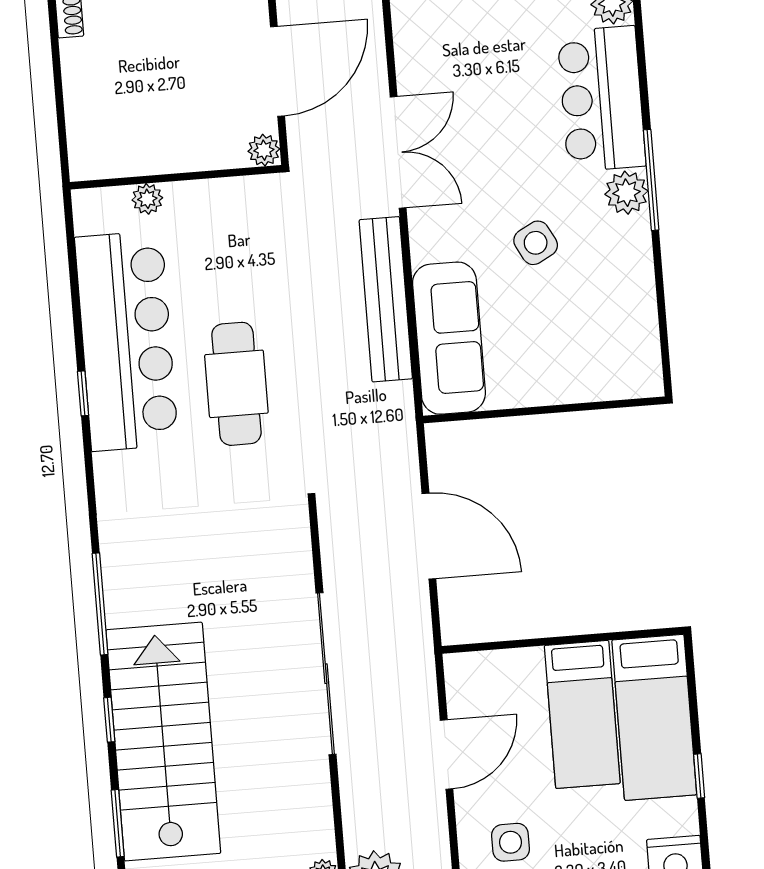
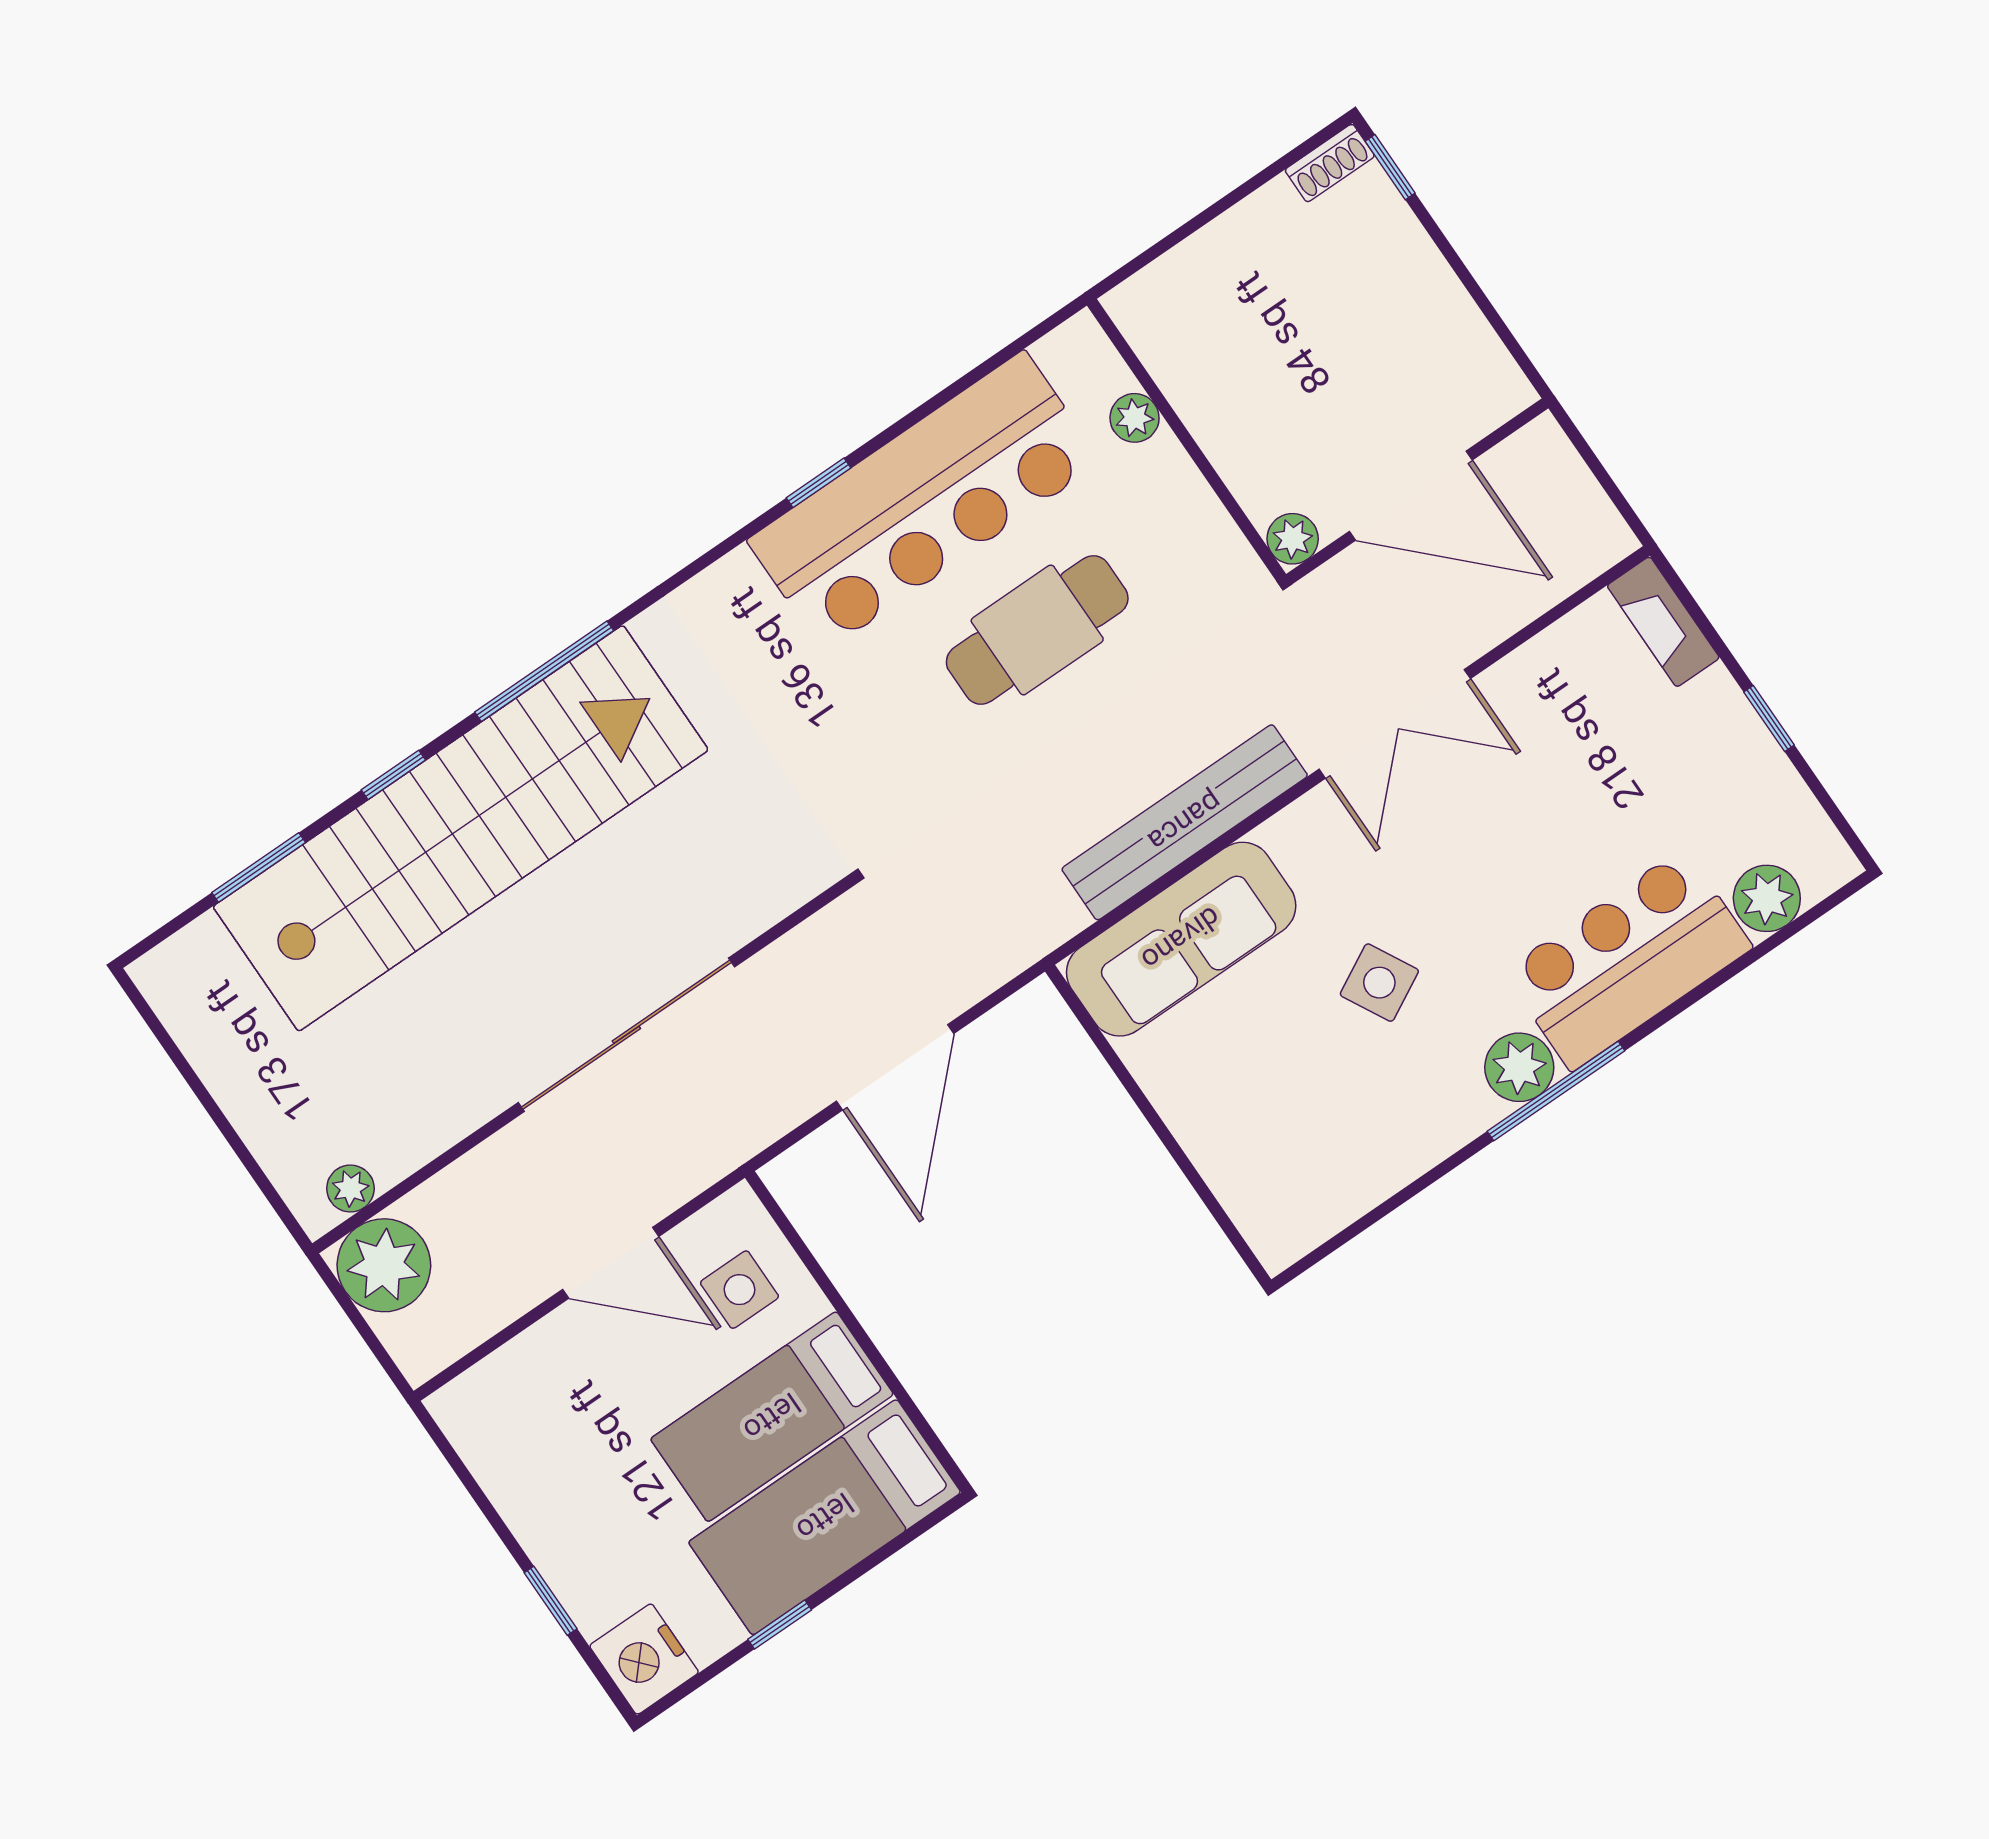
cafe table: (236, 384) -> (1037, 630), moved
stairs: (163, 742) -> (461, 828), width x1.36
side table: (510, 842) -> (739, 1290), moved

